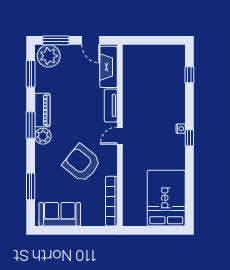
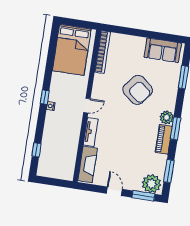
fireplace: (108, 67) -> (88, 164), moved
tv unit: (111, 105) -> (91, 132), moved
wall: (120, 135) -> (87, 106), moved
door: (120, 136) -> (87, 106), moved
bookcase: (111, 201) -> (102, 52), moved

